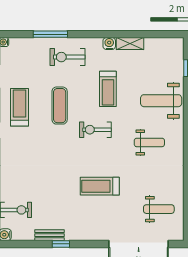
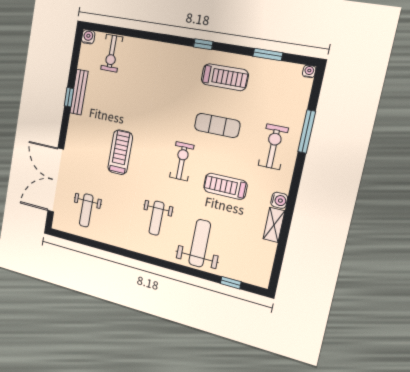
bench: (49, 235) -> (79, 92), width x1.36

